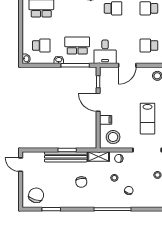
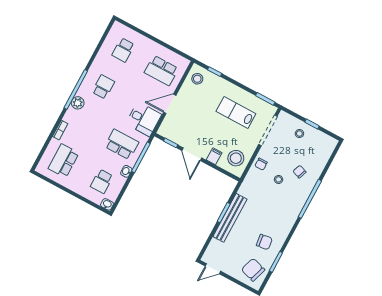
school desk: (41, 45) -> (102, 181), turned 180
school desk: (77, 45) -> (122, 144), turned 90
school desk: (149, 45) -> (161, 71), width x1.85
door: (127, 65) -> (170, 104), swing flipped
door: (98, 102) -> (192, 154), hinge flipped
lab bench: (148, 119) -> (236, 113), turned 180
shelving: (99, 156) -> (248, 184), removed
chair: (81, 182) -> (264, 242), moved

